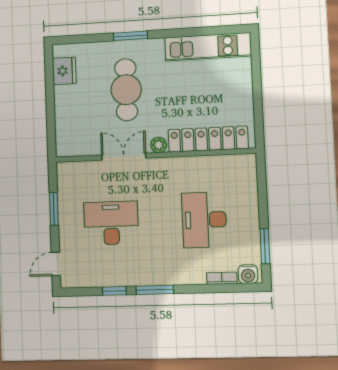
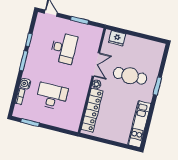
fridge: (64, 71) -> (117, 38), moved
water cooler: (248, 274) -> (25, 84), moved

